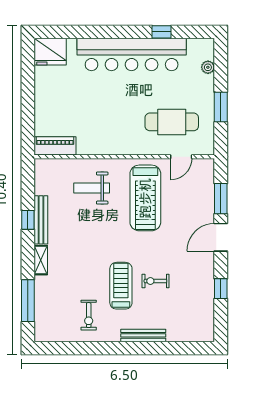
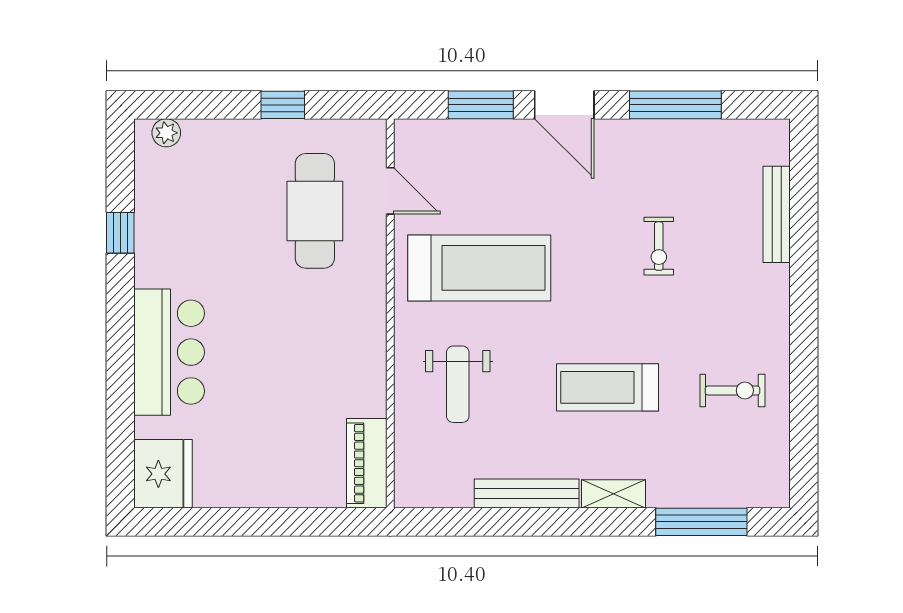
bar counter: (132, 54) -> (169, 352), width x0.54
plant: (208, 67) -> (166, 133), moved
window: (221, 107) -> (283, 105), width x0.67
window: (28, 220) -> (527, 522), removed
treadmill: (121, 286) -> (608, 387), moved
window: (221, 289) -> (675, 105), width x2.17
bench: (143, 335) -> (777, 214), moved

